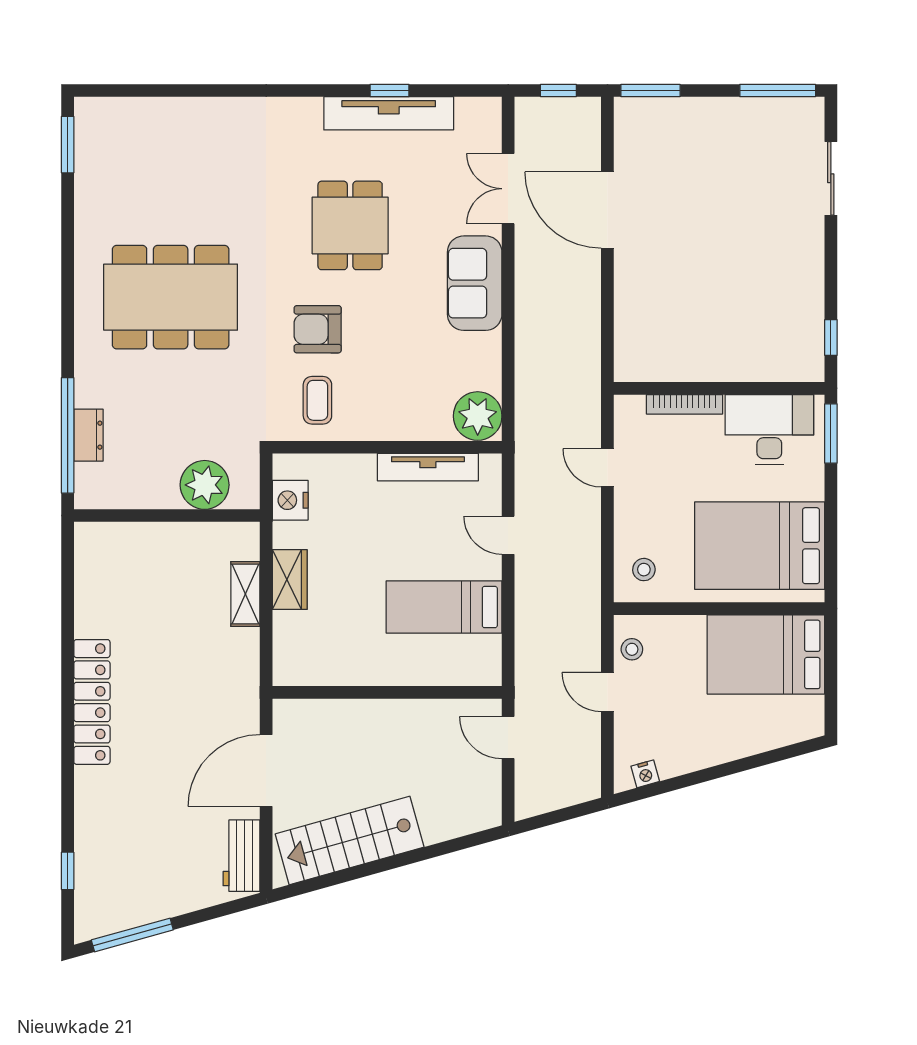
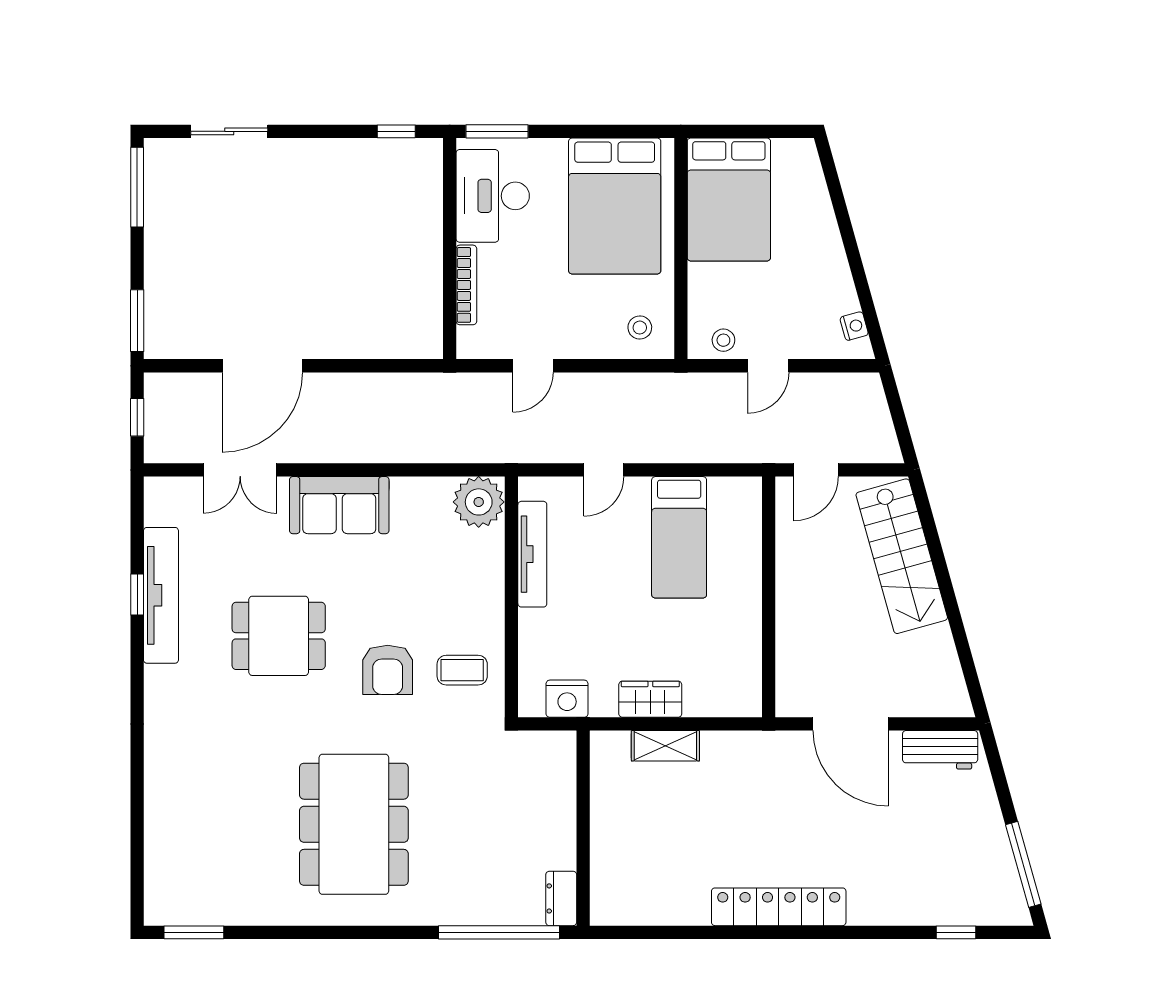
dresser: (88, 435) -> (561, 898), moved, turned -90
plant: (205, 485) -> (551, 789), removed
stairs: (350, 840) -> (902, 556), moved

